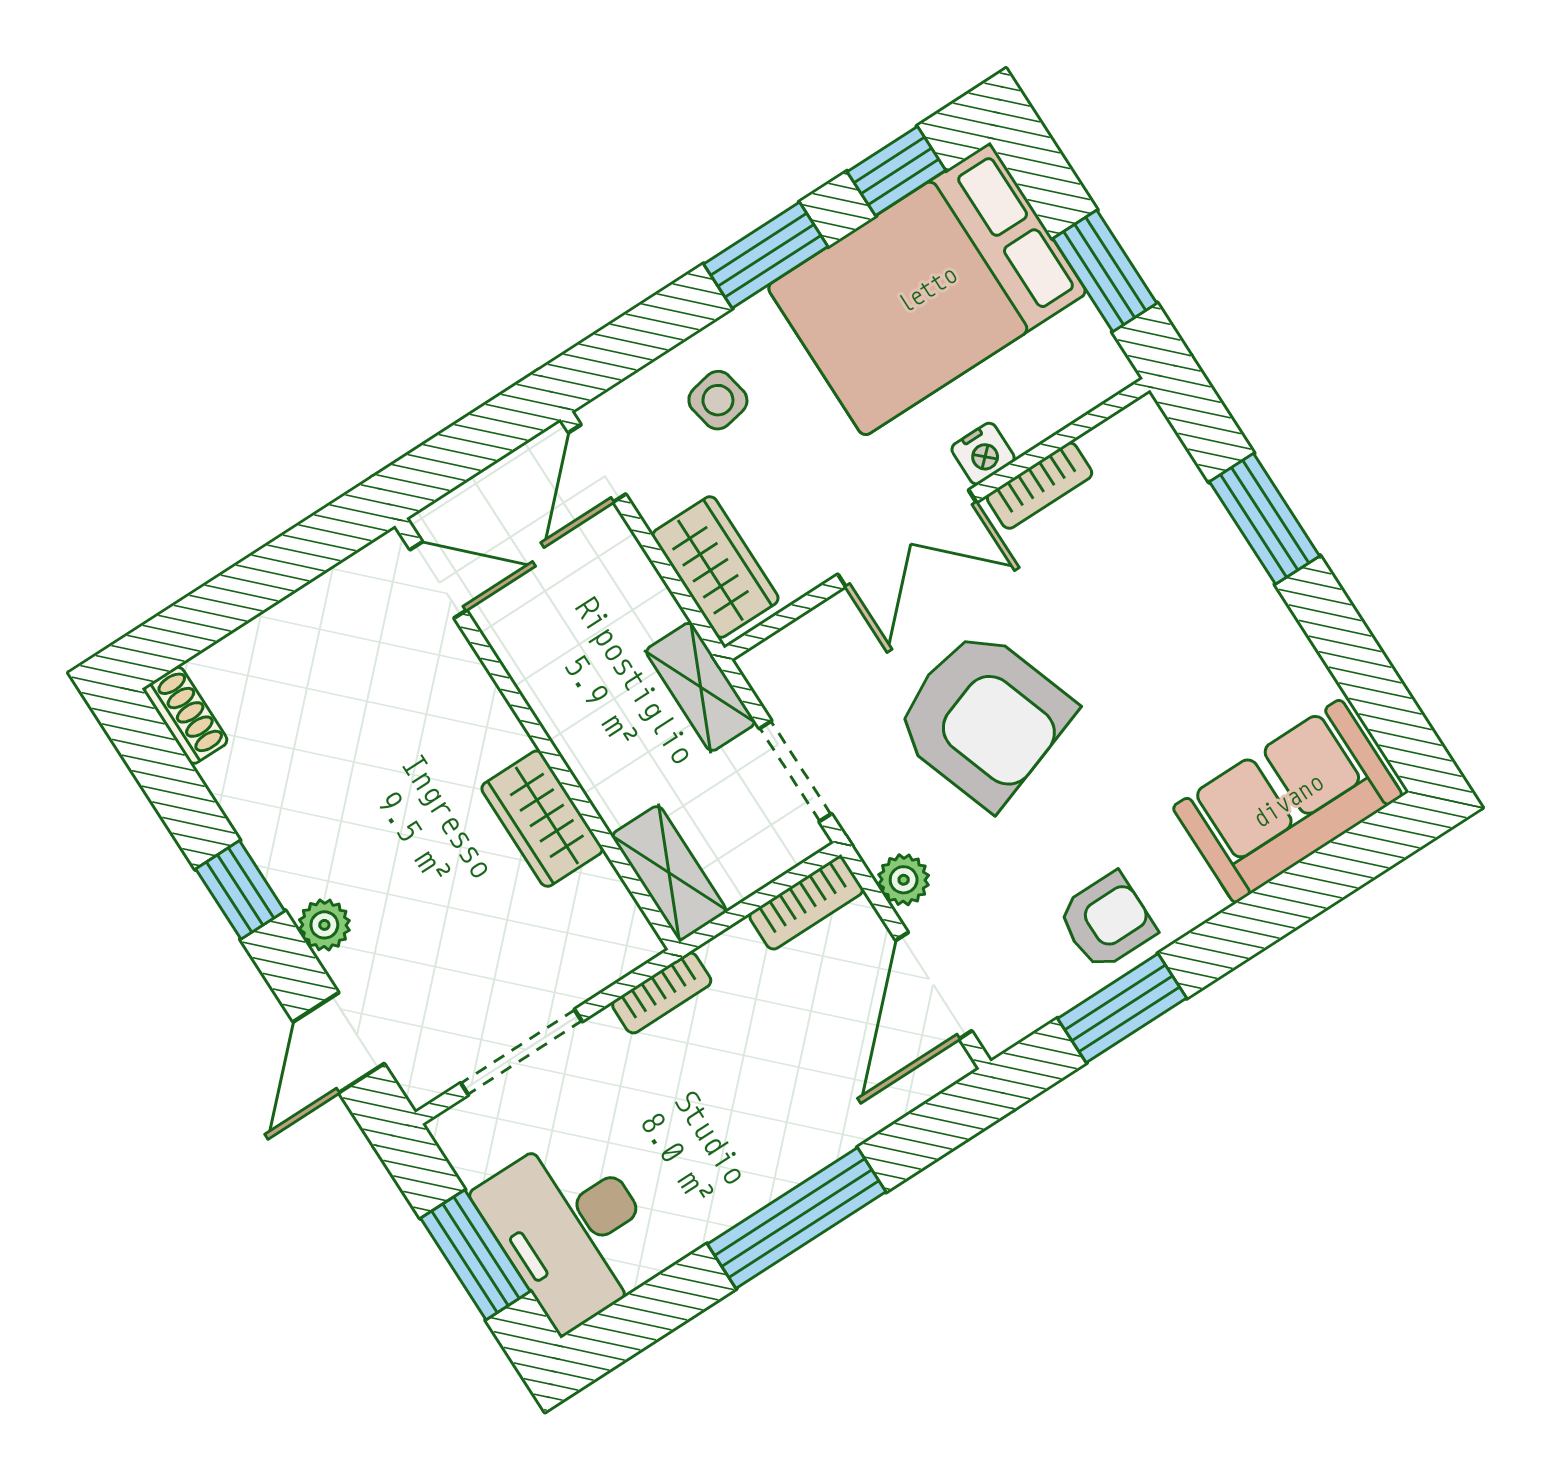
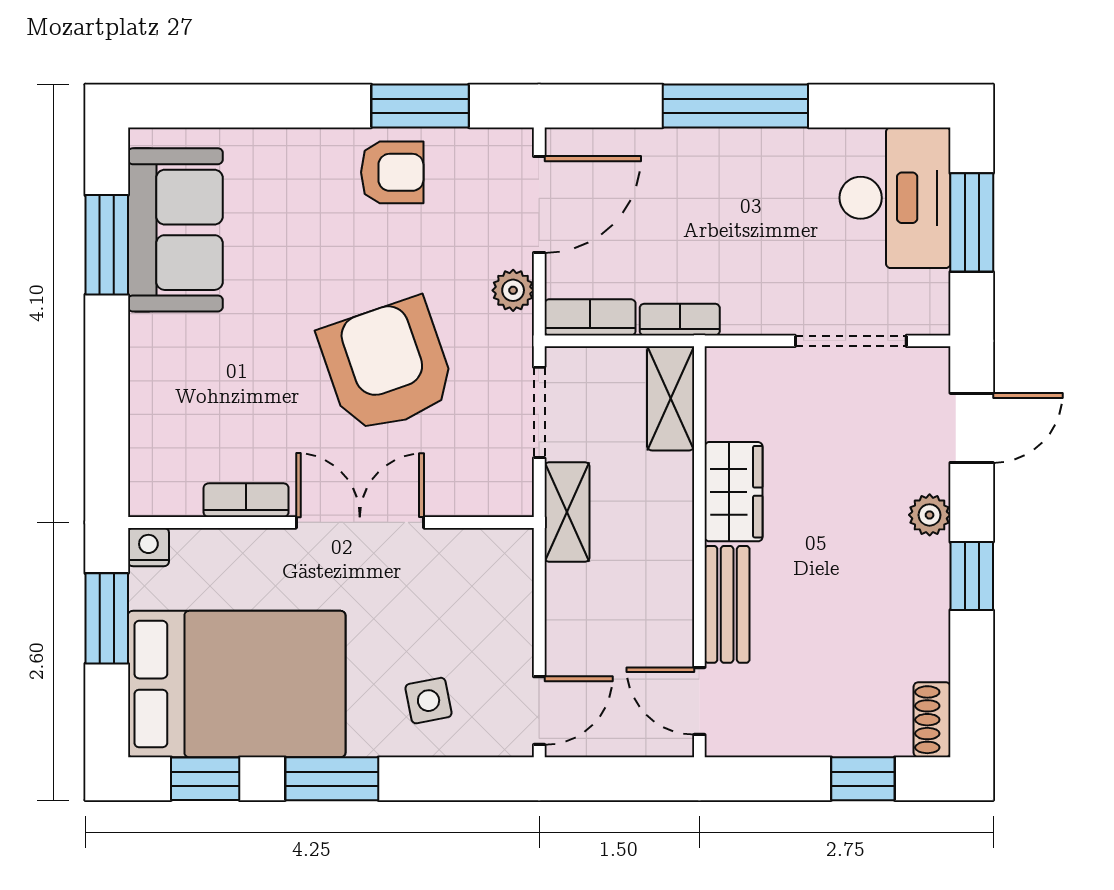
nightstand: (983, 454) -> (148, 547), moved
window: (1264, 519) -> (107, 245), moved
wardrobe: (715, 567) -> (504, 587), removed
window: (218, 608) -> (863, 779), added
bench: (474, 698) -> (727, 604), added
sofa: (1288, 801) -> (175, 230), moved, turned -90
armchair: (1107, 921) -> (392, 172), turned 180
bookcase: (662, 993) -> (680, 320), moved

